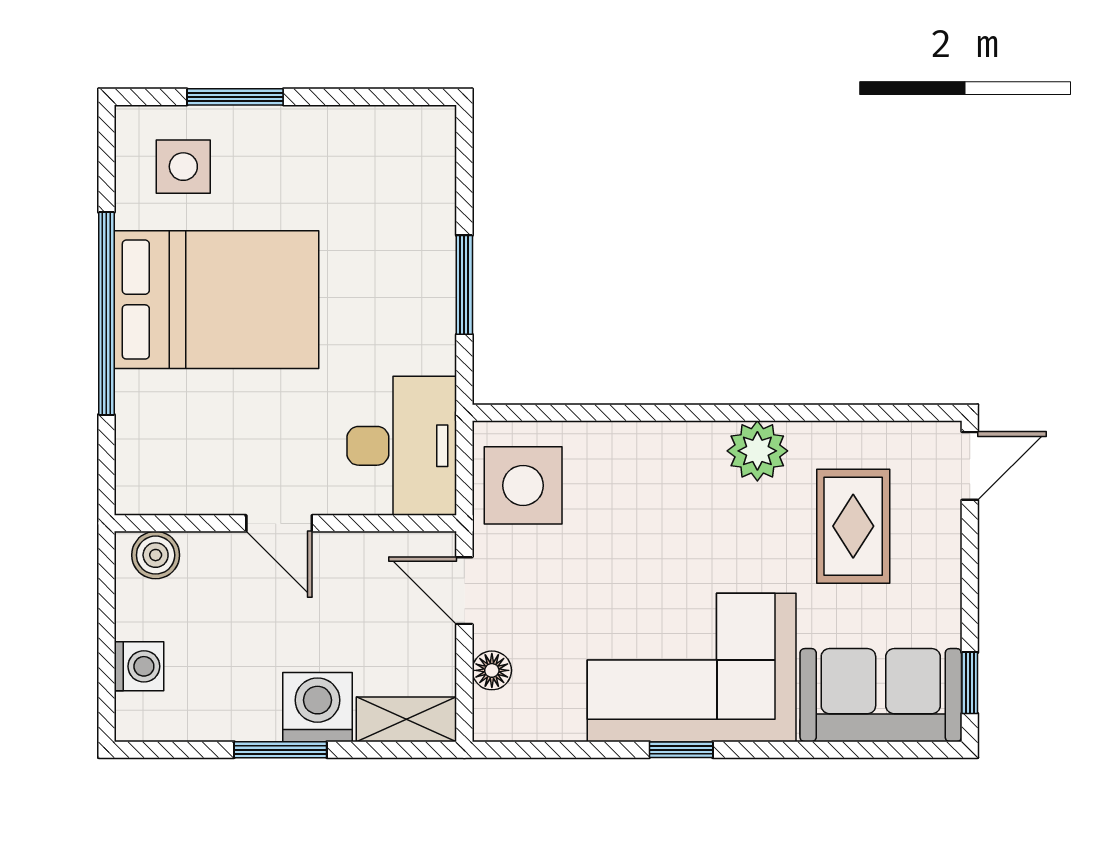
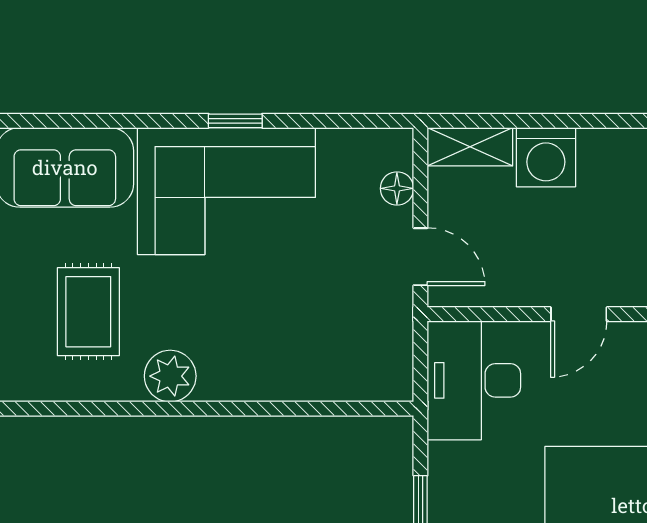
side table: (523, 485) -> (370, 347), removed
door: (279, 523) -> (579, 314), swing flipped
window: (280, 750) -> (578, 121), removed

